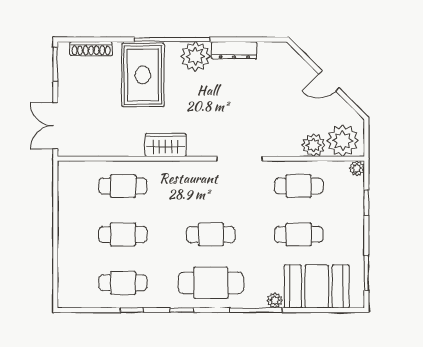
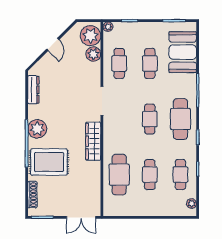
dresser: (234, 50) -> (33, 90), moved
wardrobe: (166, 145) -> (93, 141), width x1.50
cafe table: (123, 186) -> (119, 175), width x1.37, depth x1.35
plant: (275, 300) -> (192, 204), moved

